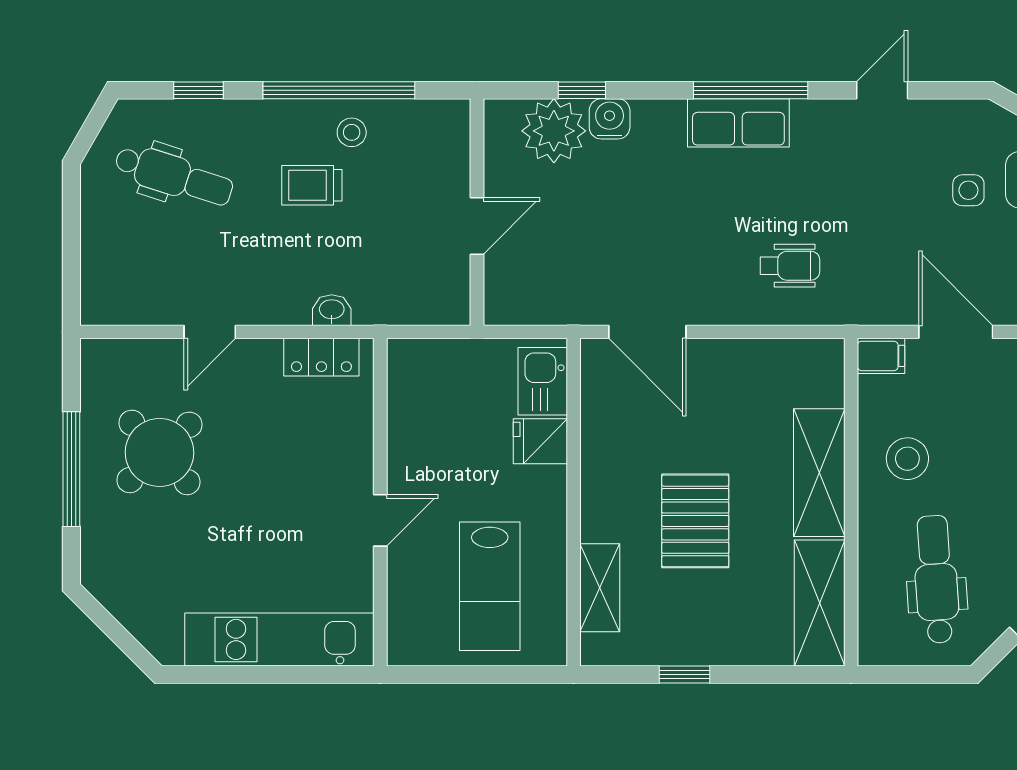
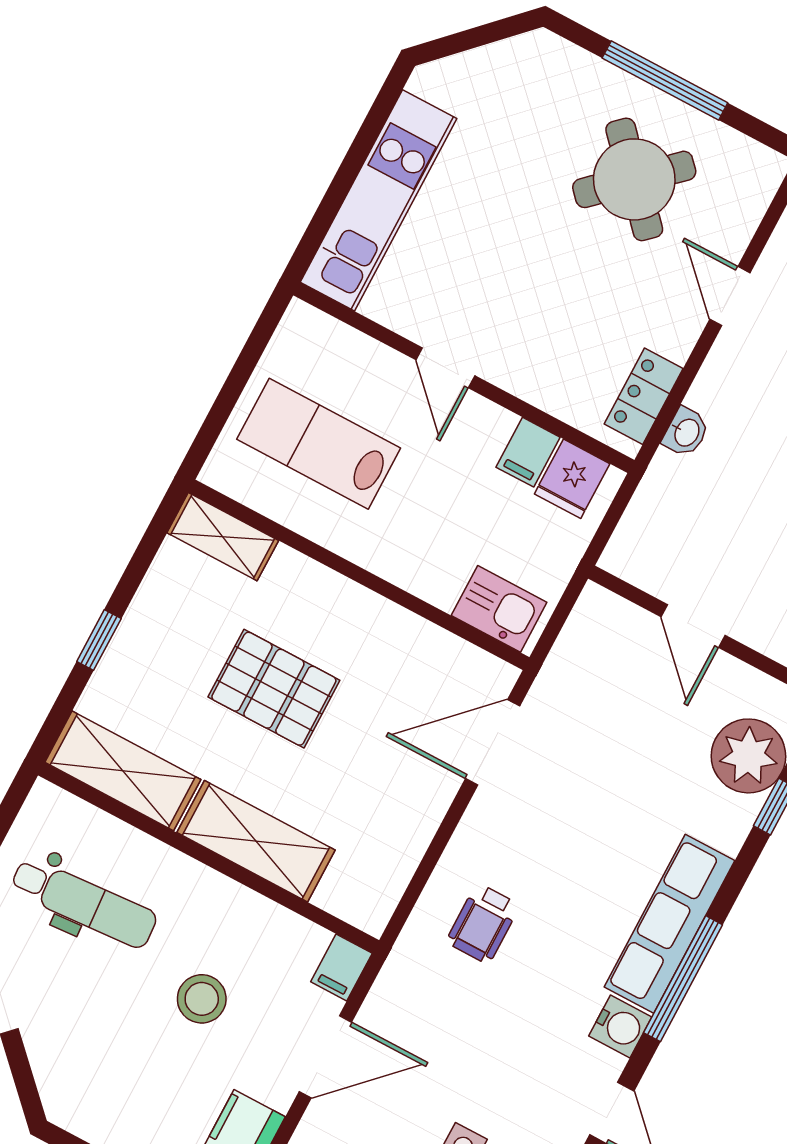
water cooler: (610, 119) -> (620, 1026), moved
row of seats: (738, 123) -> (670, 924), width x1.48
filing cabinet: (411, 423) -> (528, 452), added
fridge: (540, 441) -> (572, 479), moved, turned 180
stool: (907, 459) -> (202, 999), moved
shelving: (600, 588) -> (223, 537), moved
window: (685, 675) -> (99, 640), moved

